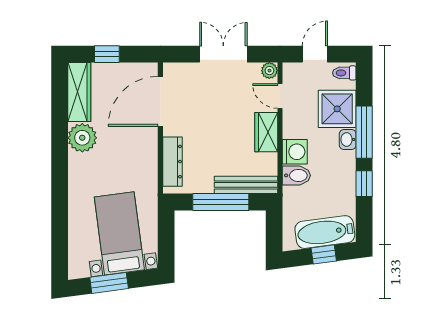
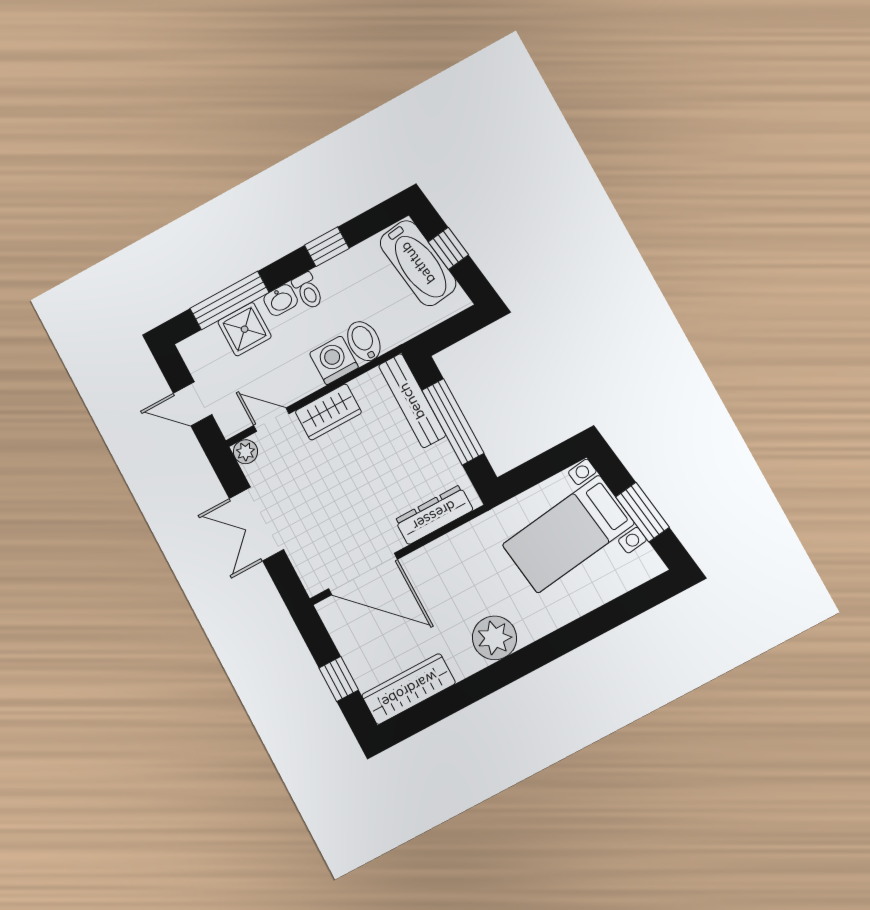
toilet: (344, 73) -> (308, 291), moved
door: (280, 96) -> (271, 420), swing flipped
shower: (337, 109) -> (245, 329), width x0.73, depth x0.73
window: (364, 132) -> (229, 300), moved
plant: (82, 138) -> (494, 638), moved

